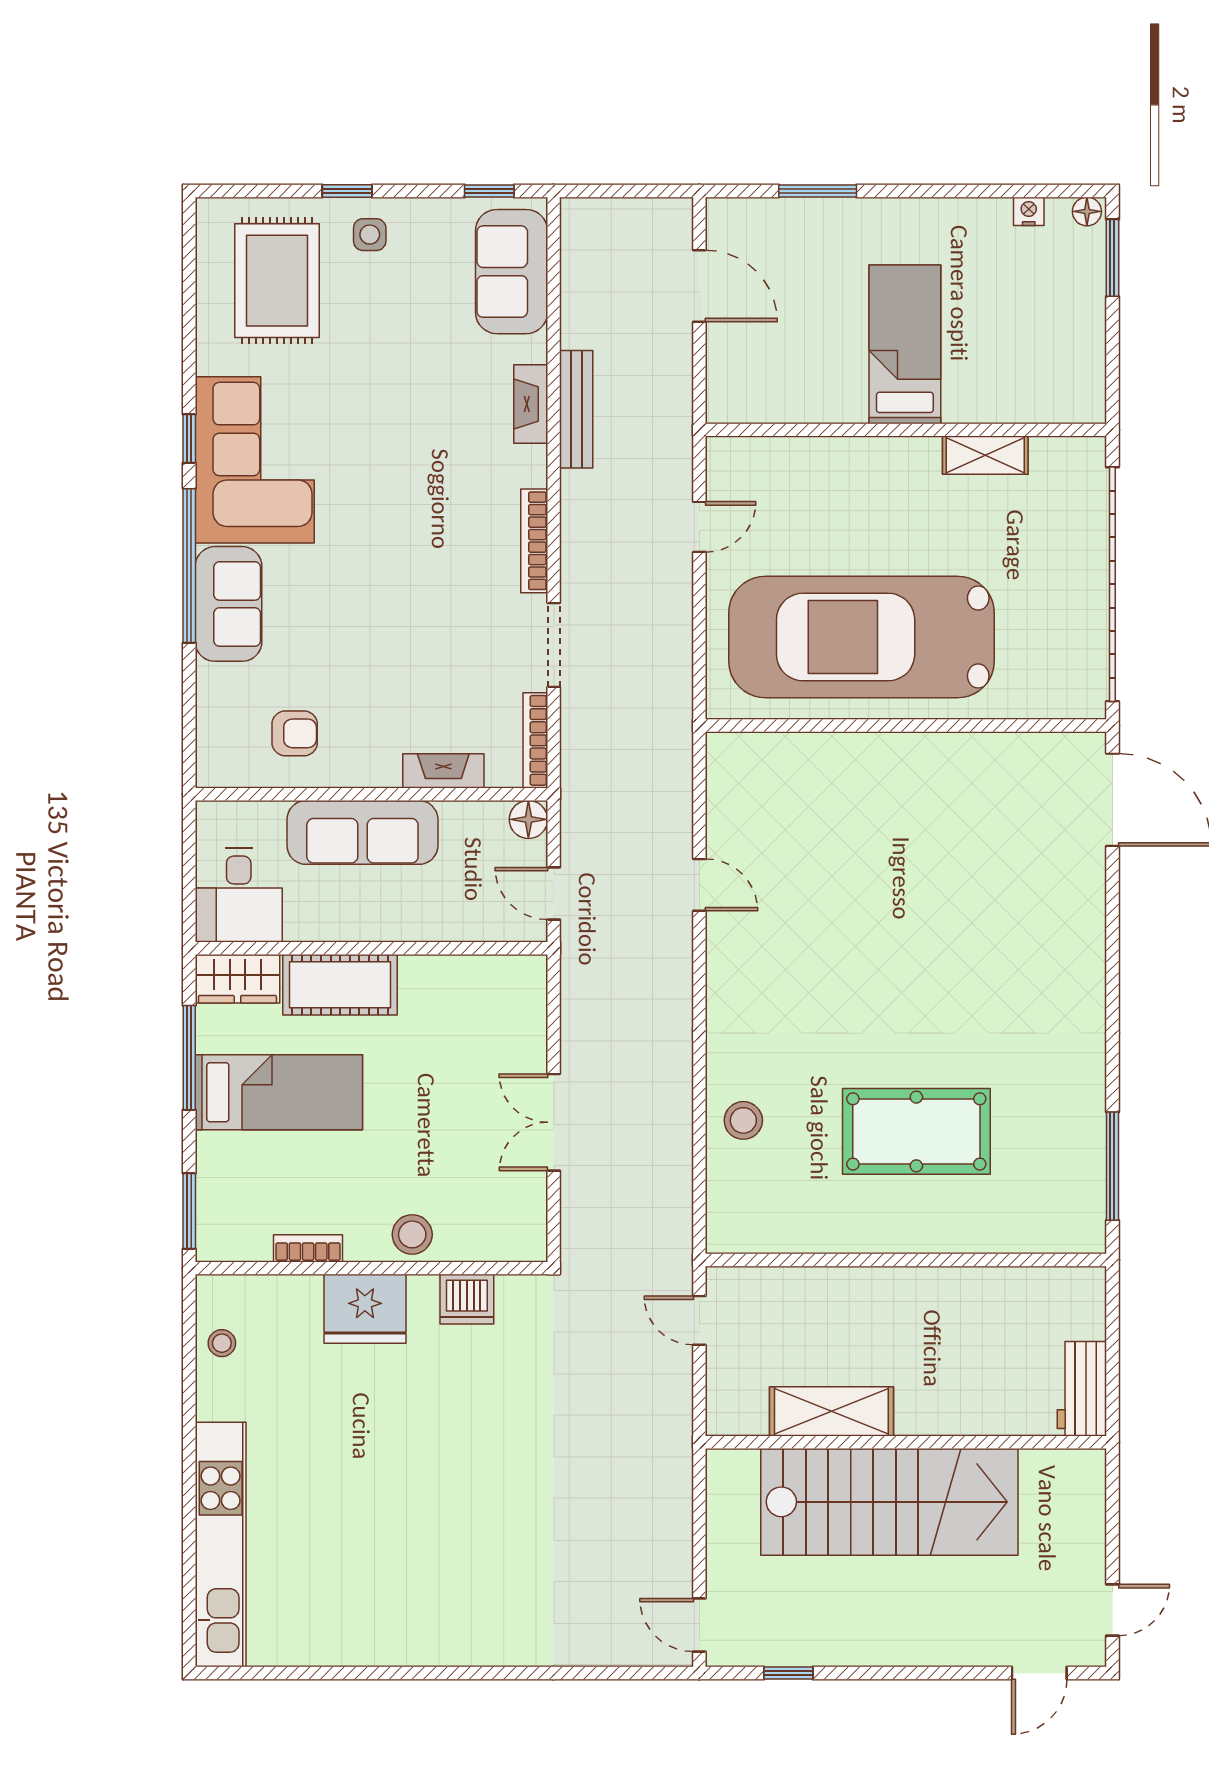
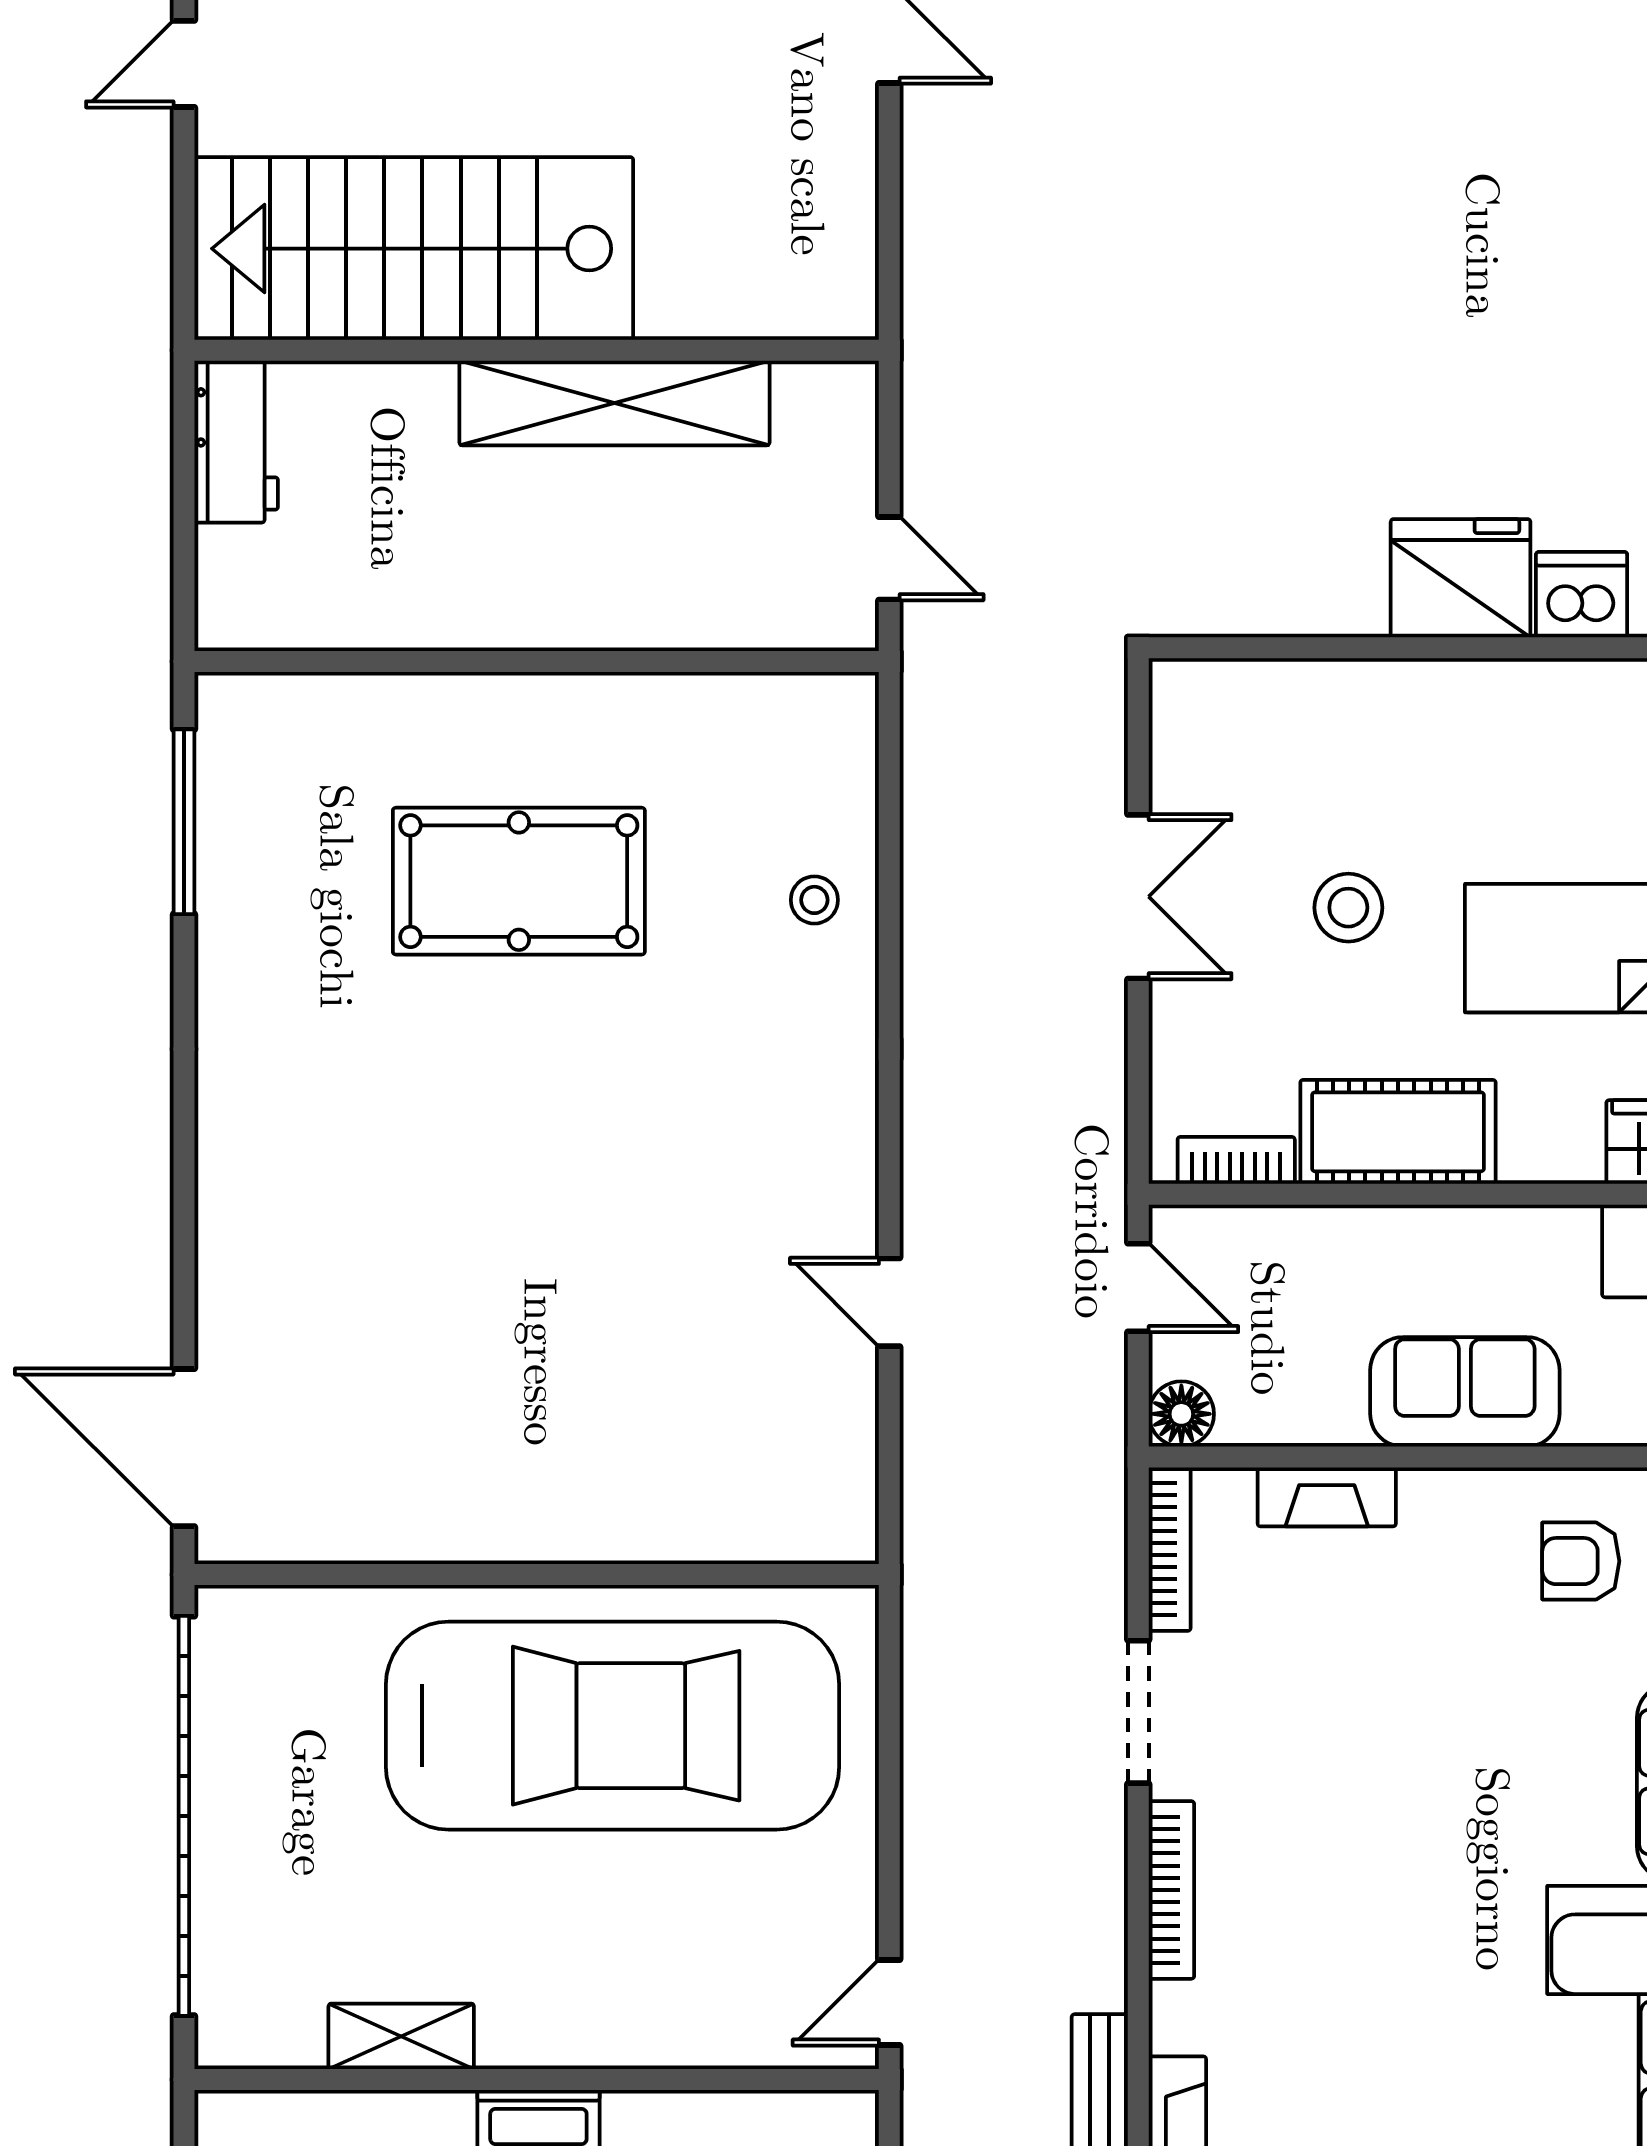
door: (699, 527) -> (889, 2003), moved
sofa: (362, 832) -> (1465, 1392), width x0.73
cot: (340, 985) -> (1398, 1132), moved
stool: (743, 1120) -> (814, 900), width x0.73, depth x0.73
stool: (412, 1234) -> (1348, 908), moved
bookcase: (308, 1248) -> (1236, 1160), moved, turned 180
dishwasher: (467, 1299) -> (1582, 595), moved
shelving: (831, 1411) -> (614, 403), width x1.47
stairs: (889, 1502) -> (414, 249), moved

